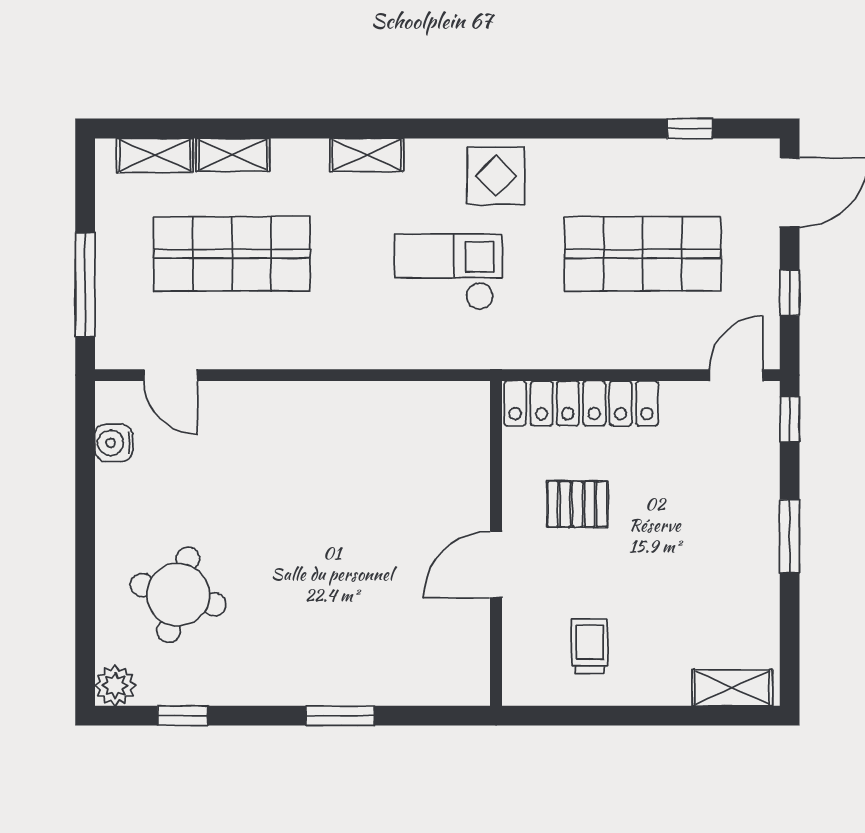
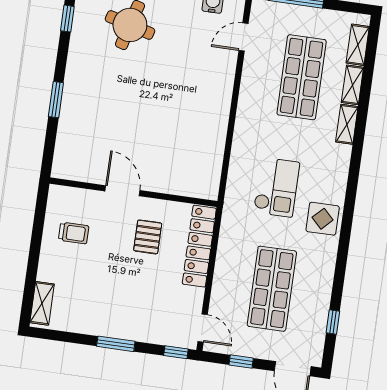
shelving: (367, 155) -> (347, 124), moved

